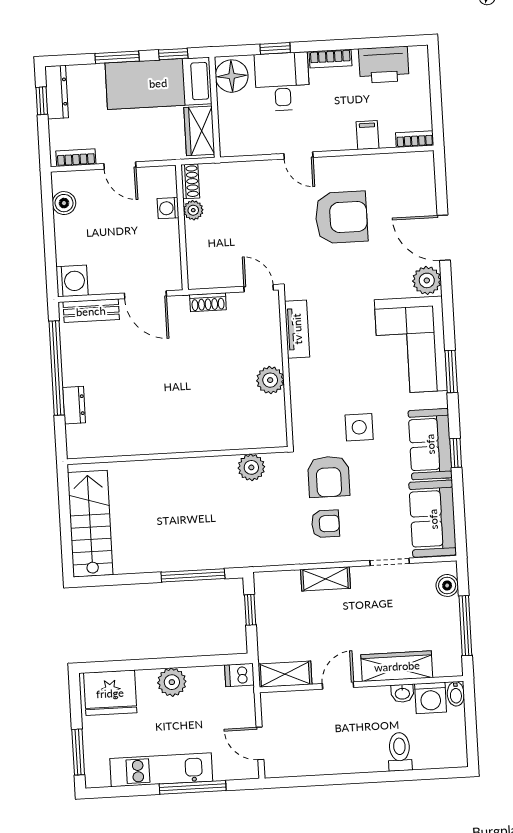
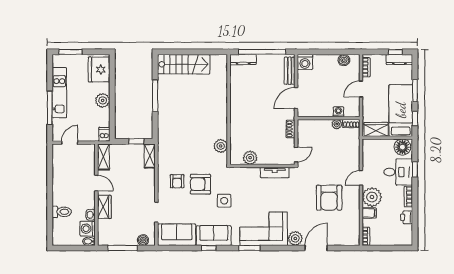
printer: (384, 65) -> (407, 217), width x0.53, depth x0.68
plant: (335, 132) -> (372, 197), added
dresser: (74, 405) -> (243, 60), width x1.44
wall: (177, 455) -> (229, 109), moved
plant: (251, 467) -> (221, 146), moved
window: (193, 575) -> (155, 96), moved
shelving: (326, 579) -> (150, 156), moved
wardrobe: (397, 666) -> (104, 207), width x0.67

